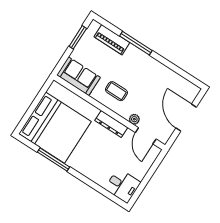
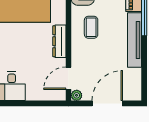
tv unit: (149, 63) -> (135, 40), added
plant: (134, 119) -> (77, 95), moved

